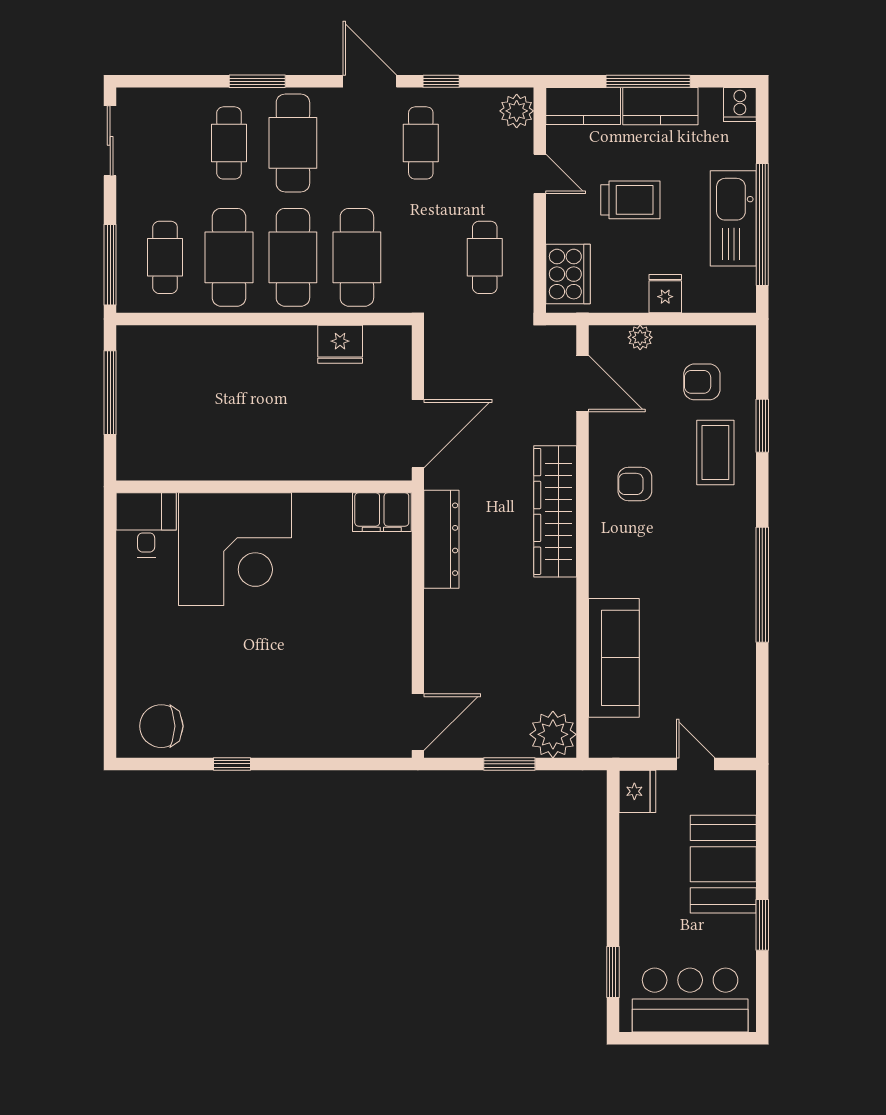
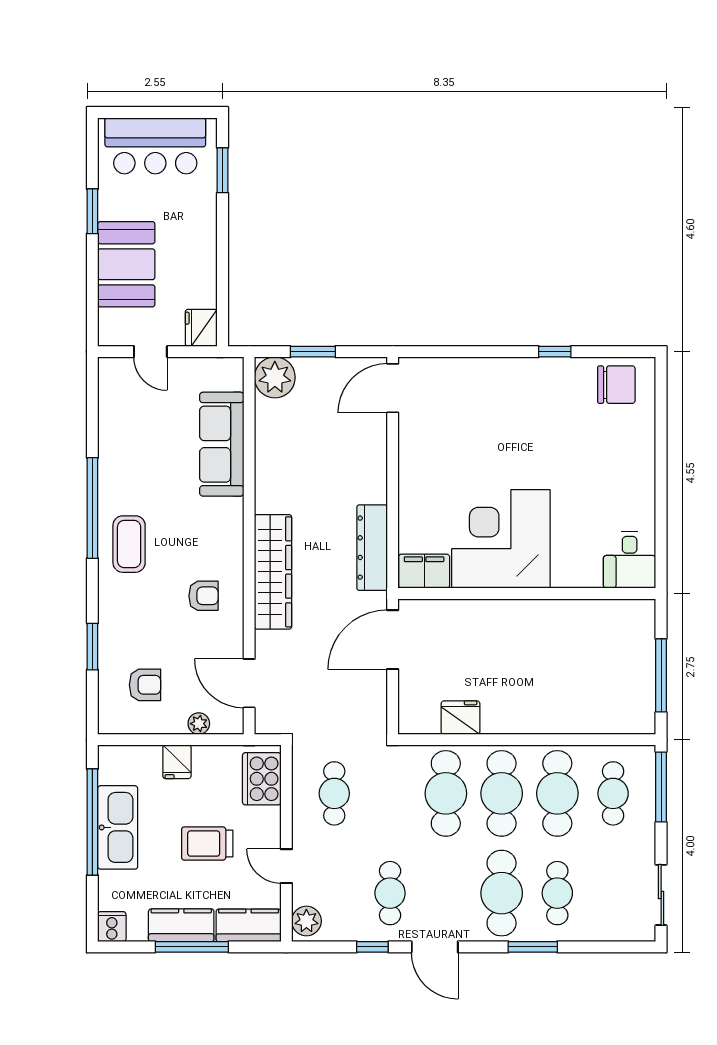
coffee table: (715, 453) -> (129, 544), moved
corner desk: (235, 549) -> (501, 539), moved

